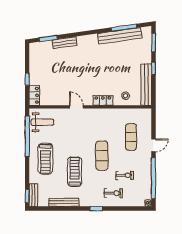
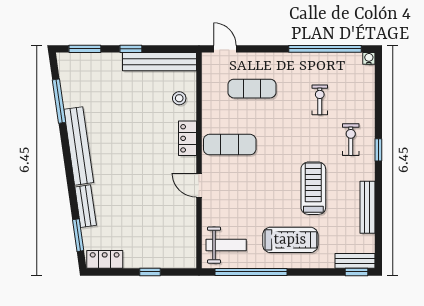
bench: (120, 36) -> (79, 146), moved
locker: (34, 95) -> (105, 259), moved
door: (76, 107) -> (199, 185), hinge flipped
weight bench: (42, 122) -> (226, 245), turned 90
door: (154, 145) -> (225, 49), moved
exercise mat: (102, 156) -> (230, 145), moved
treadmill: (75, 172) -> (313, 188), turned 90
exercise bike: (113, 193) -> (351, 140), moved

